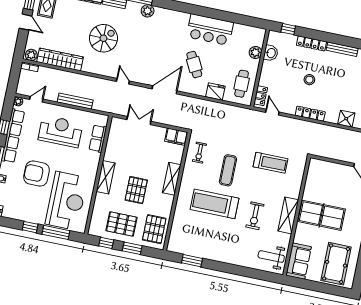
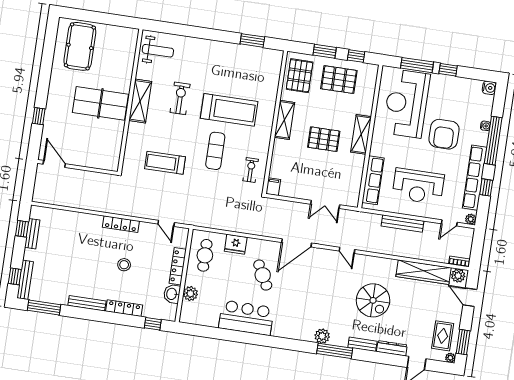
door: (26, 22) -> (470, 297), moved
spiral stairs: (103, 38) -> (373, 300), turned -90
locker: (261, 96) -> (178, 266), moved, width x1.53
shower: (346, 119) -> (77, 221), removed
filing cabinet: (176, 137) -> (273, 187), width x0.50
row of seats: (98, 138) -> (373, 180), width x1.48
armchair: (36, 174) -> (444, 134), turned 90
shelving: (172, 179) -> (284, 120), moved
pallet: (136, 190) -> (324, 139), moved, turned 90
sofa: (299, 261) -> (125, 47), removed

